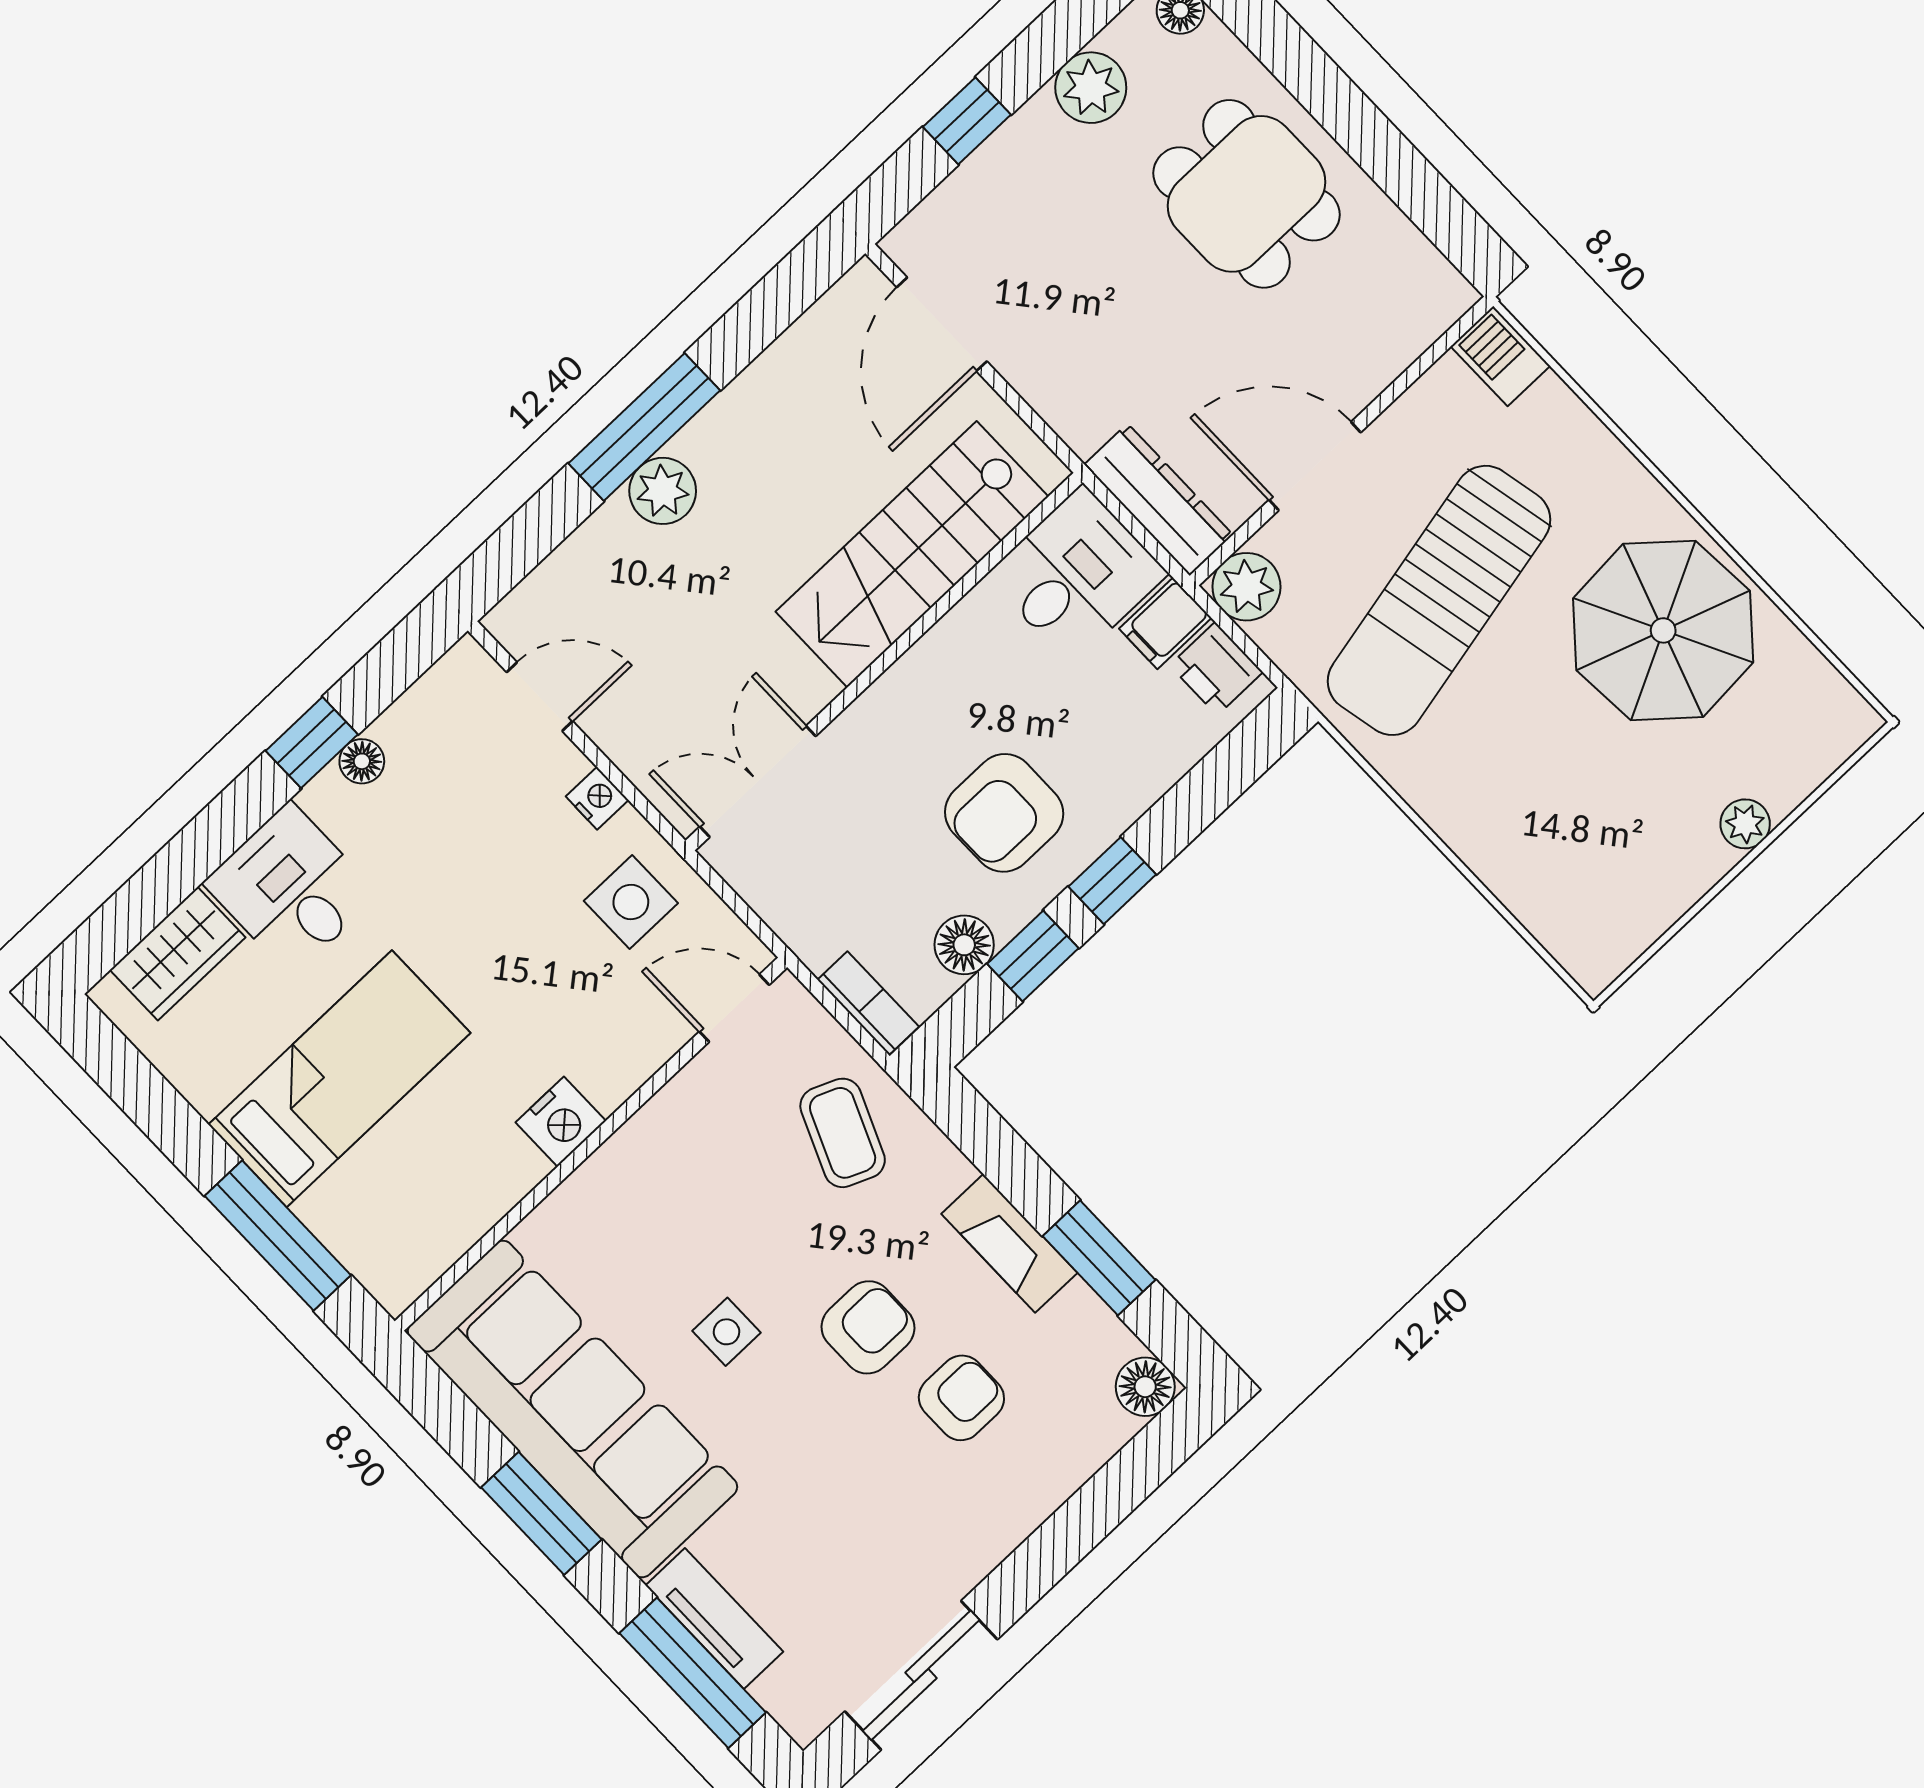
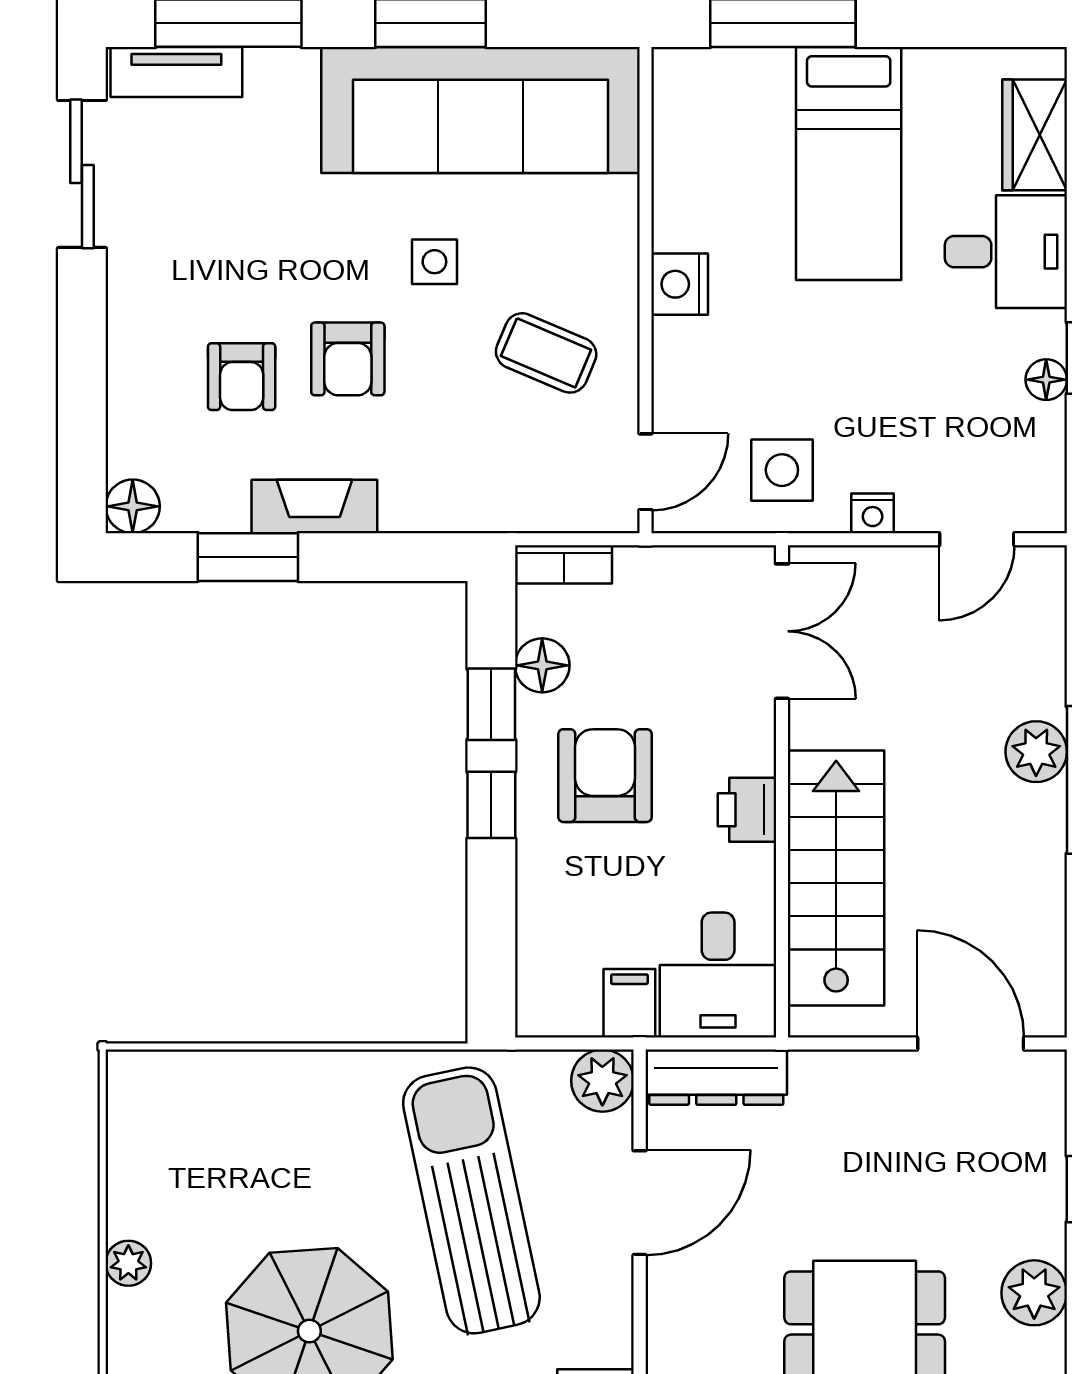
printer: (1216, 669) -> (747, 810), moved, turned -90
coffee table: (843, 1133) -> (546, 353), moved
tv unit: (714, 1619) -> (176, 72), moved

